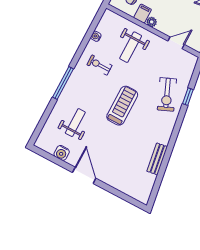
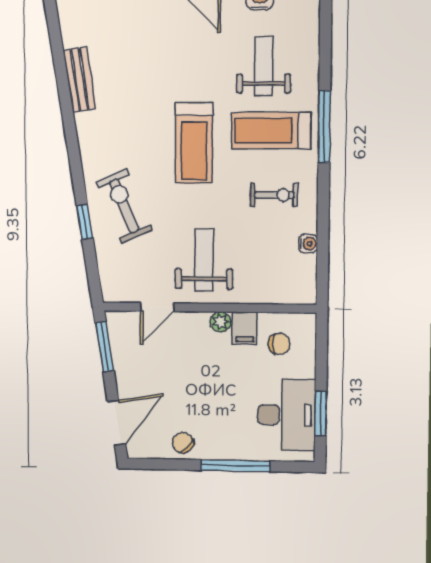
weight bench: (131, 47) -> (204, 260), moved
treadmill: (86, 93) -> (271, 131), added
weight bench: (75, 123) -> (264, 66), turned 180

